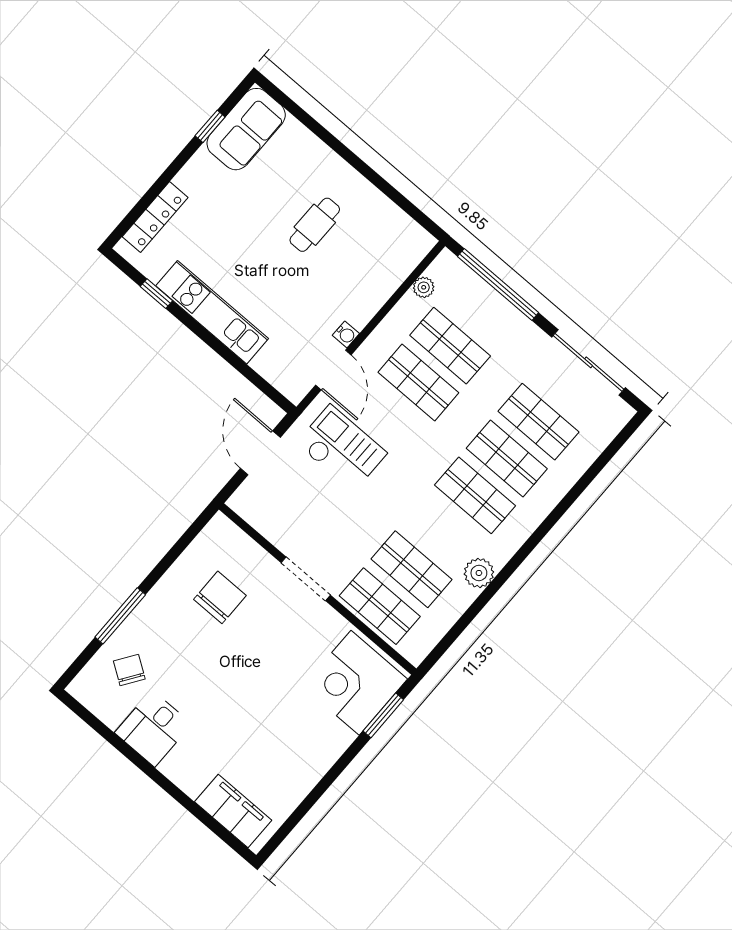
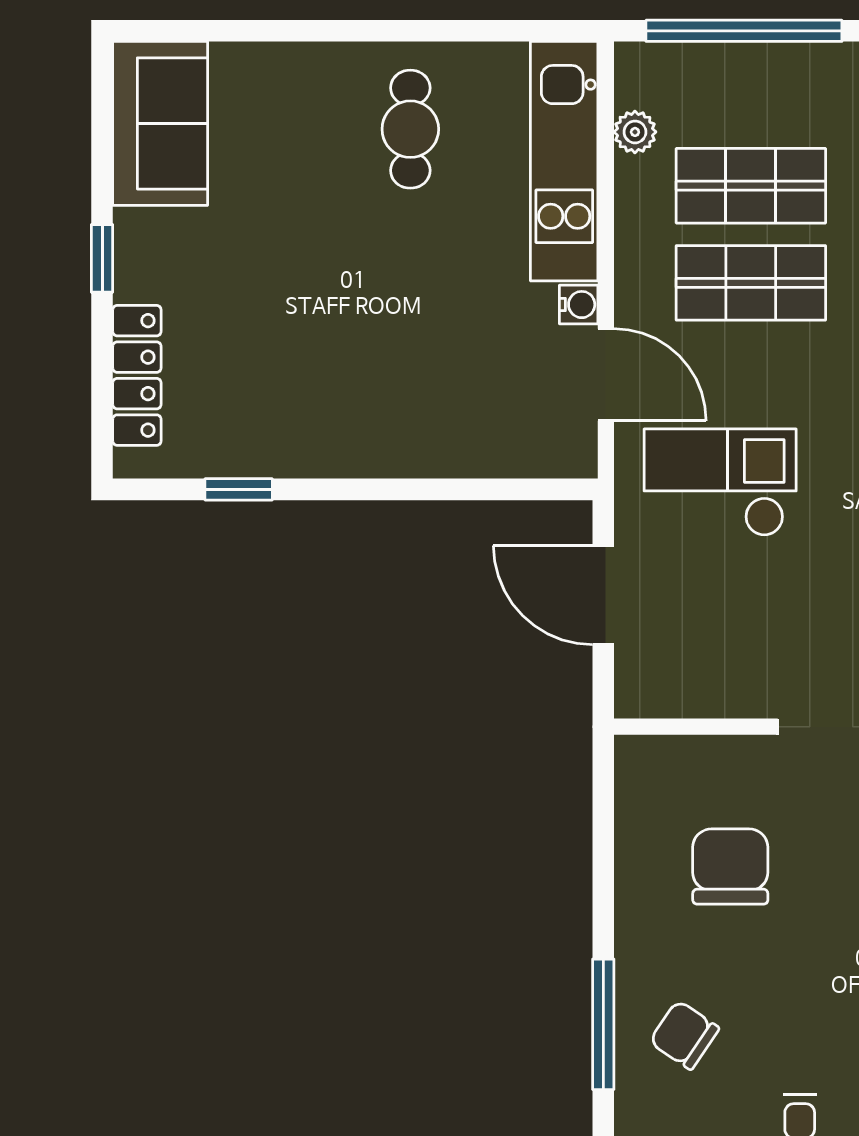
window: (210, 126) -> (102, 258), moved
cafe table: (315, 225) -> (410, 129), moved
kitchen unit: (212, 312) -> (564, 161), moved, turned -90
chair: (129, 670) -> (684, 1035), moved

